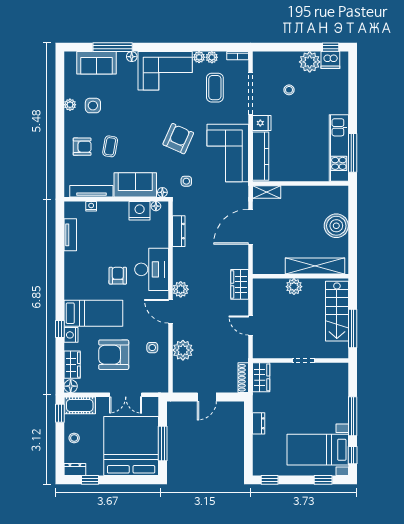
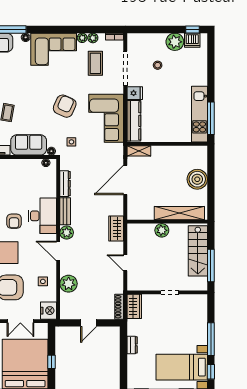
nightstand: (140, 211) -> (49, 311), moved, turned 90
bench: (179, 264) -> (65, 211), added
armchair: (118, 276) -> (14, 221), turned 180
window: (163, 443) -> (52, 362), width x0.46

